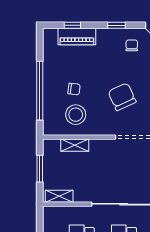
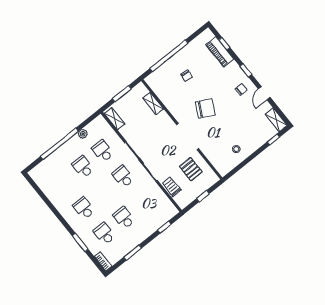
chair: (122, 97) -> (205, 108), turned 52
stool: (76, 115) -> (172, 89), removed

